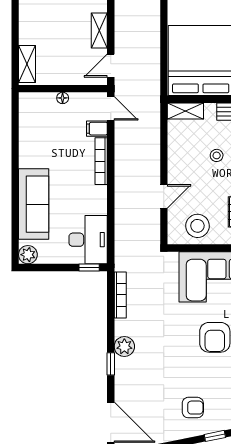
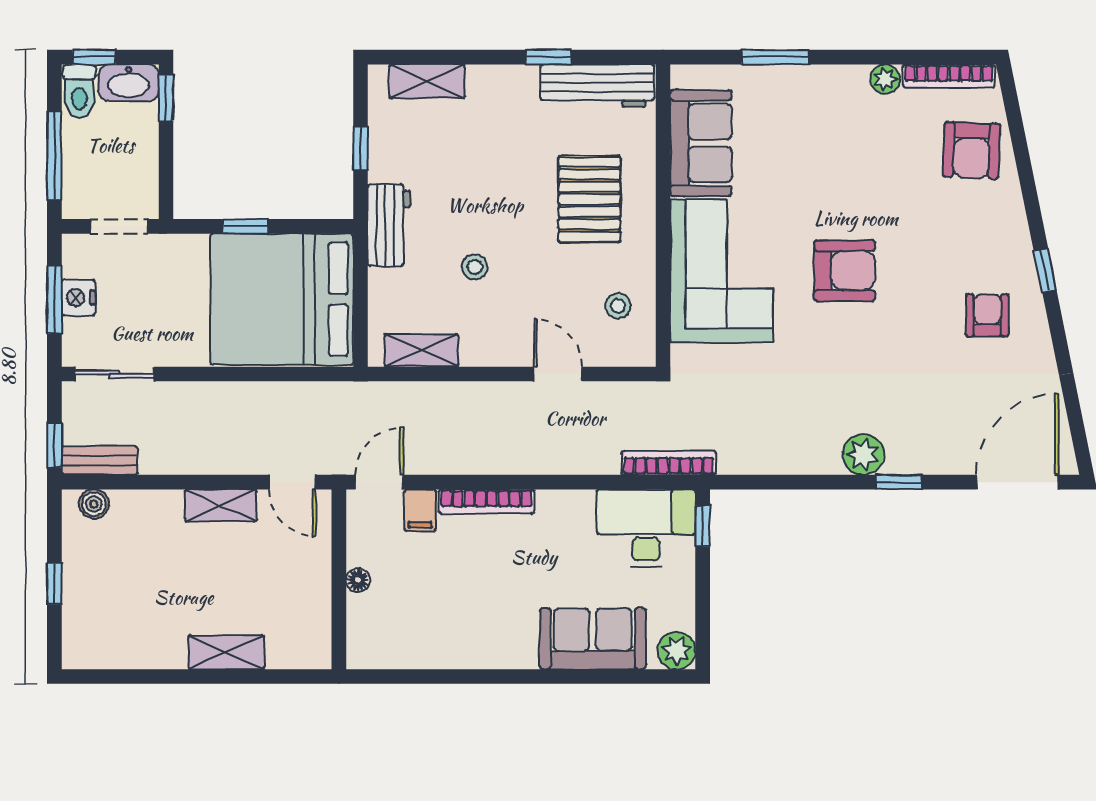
shelving: (27, 64) -> (226, 652), moved
shelving: (185, 111) -> (421, 350), moved, turned 90
sofa: (34, 204) -> (593, 639), width x0.73
stool: (197, 226) -> (618, 306), width x0.53, depth x0.53
bookcase: (120, 295) -> (669, 463), moved

